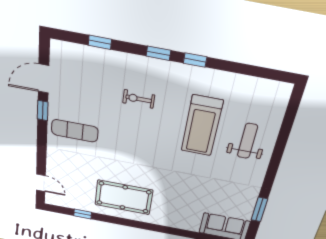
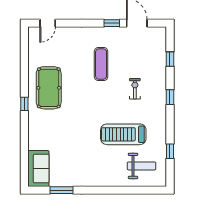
window: (195, 60) -> (170, 151), moved
exercise mat: (75, 131) -> (101, 64), moved
weight bench: (247, 141) -> (141, 166), moved
window: (83, 214) -> (24, 104), moved

